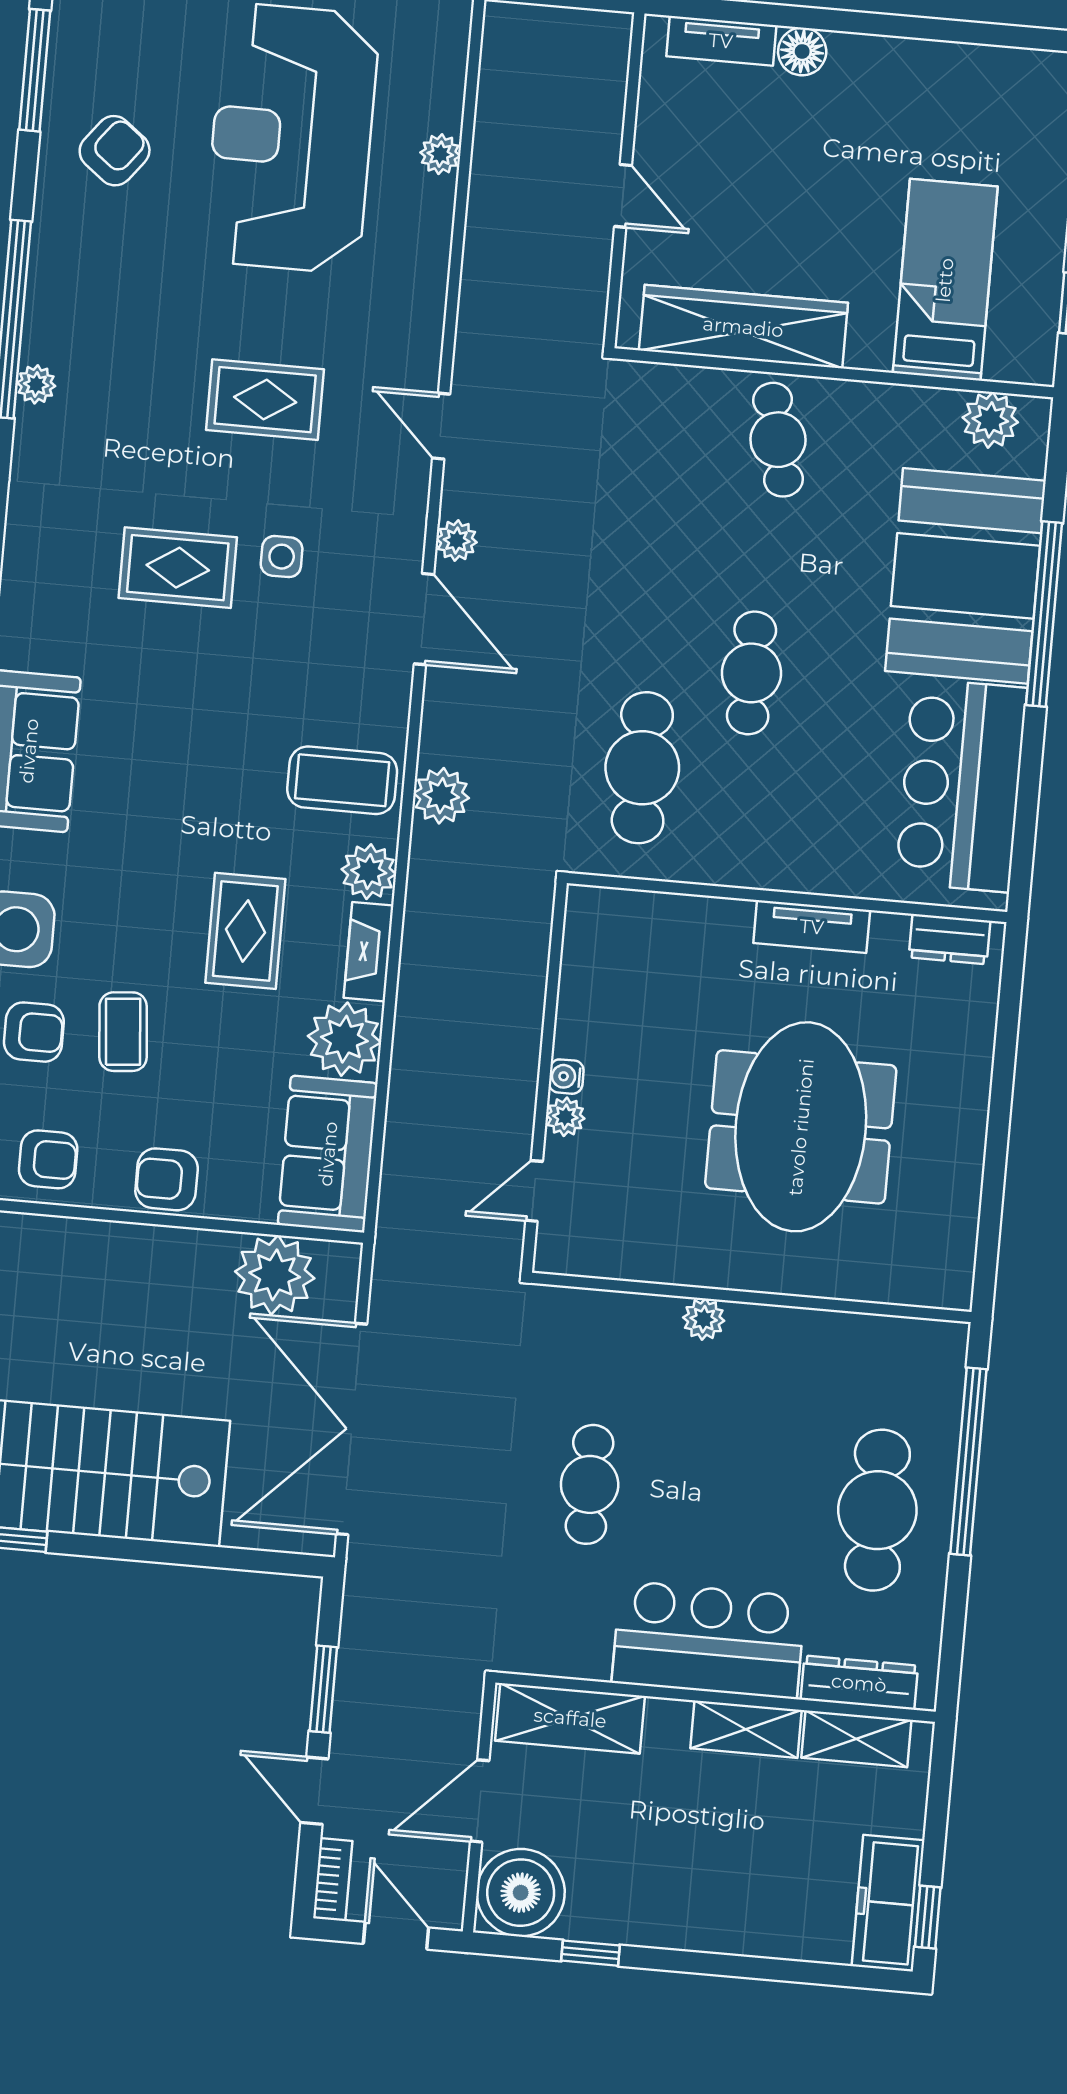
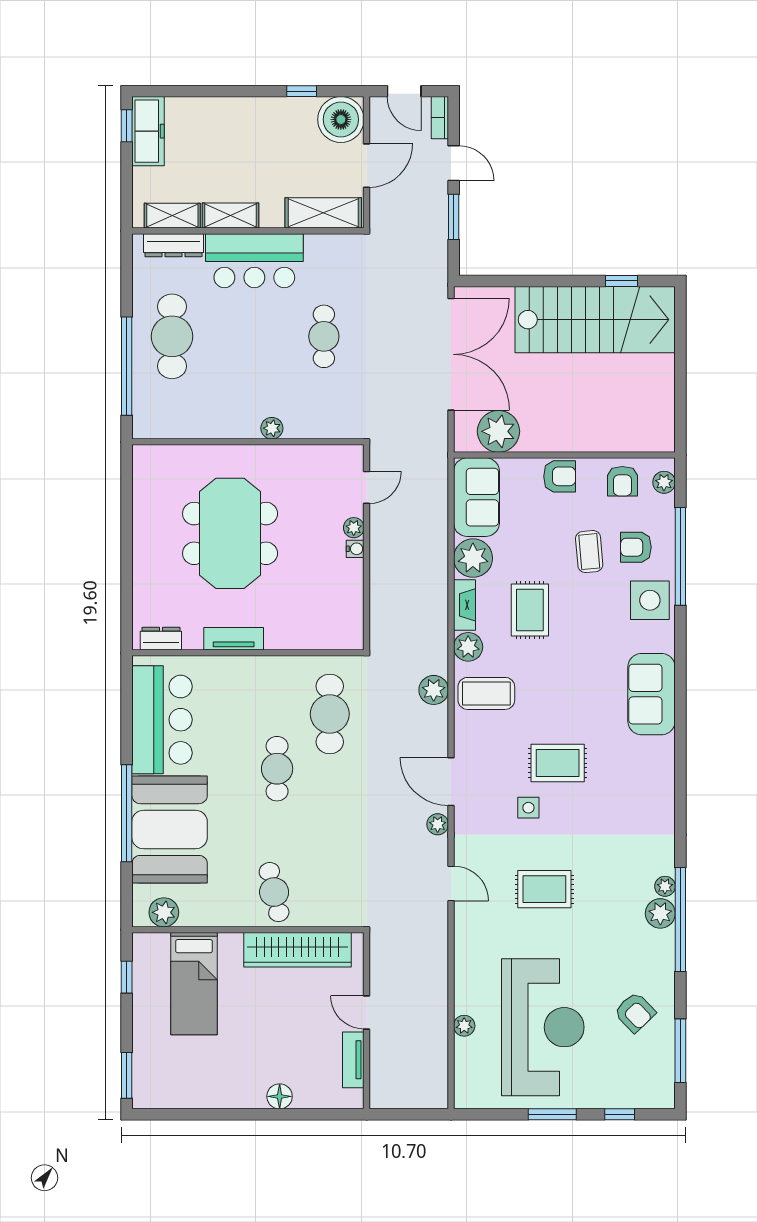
tv unit: (721, 41) -> (353, 1060), moved, turned -90
armchair: (115, 151) -> (635, 1012), turned -82
plant: (50, 334) -> (660, 913), added
rug: (178, 568) -> (558, 763), moved
armchair: (48, 1159) -> (622, 481), turned -90

